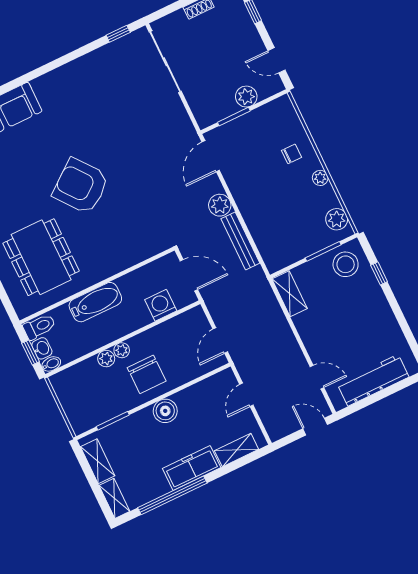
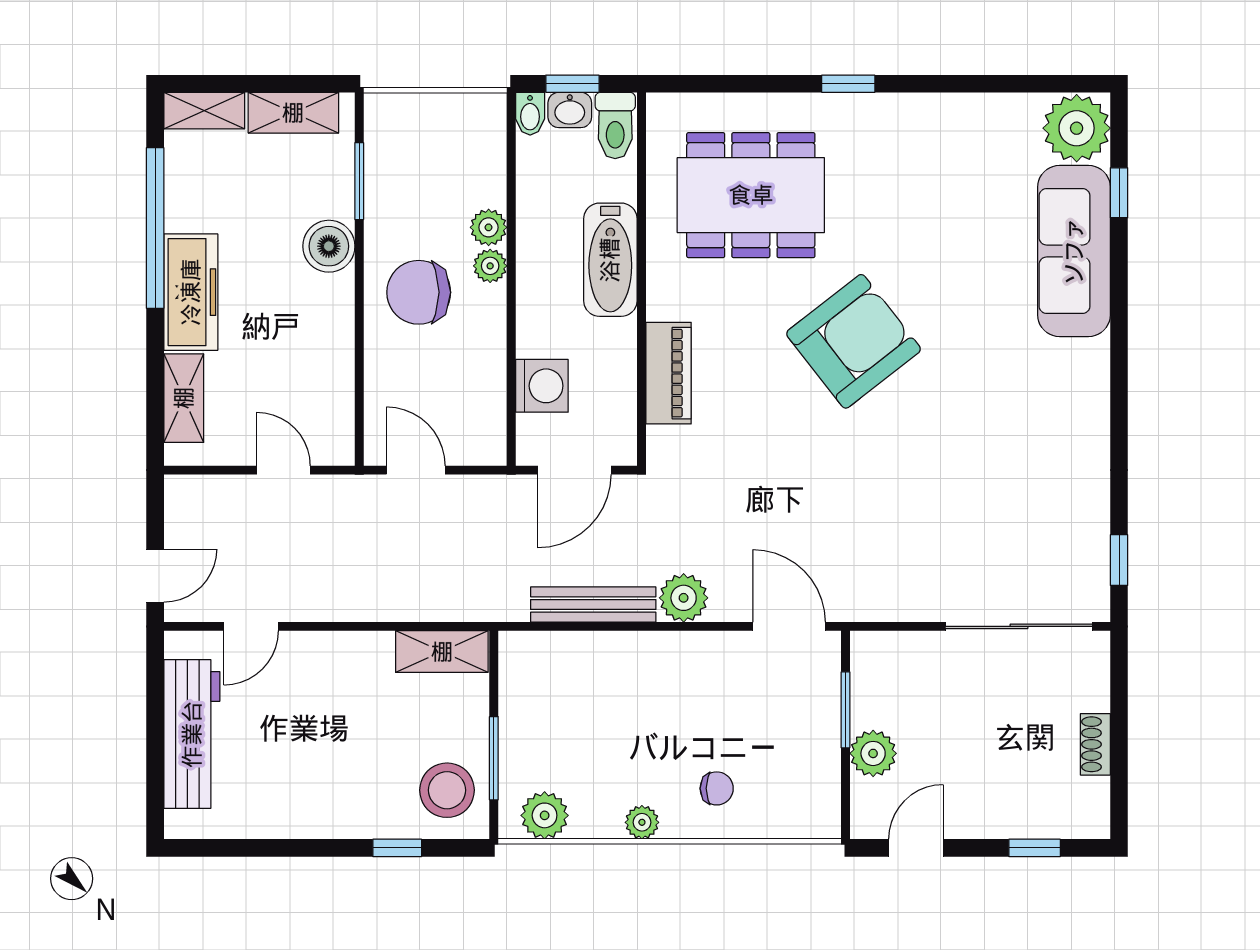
chair: (292, 154) -> (717, 788), turned -90
piano: (130, 256) -> (668, 373), added
boiler: (165, 411) -> (329, 246), moved

